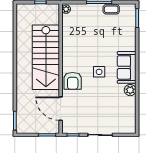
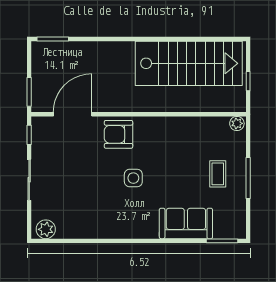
coffee table: (111, 9) -> (218, 174), moved
stairs: (46, 57) -> (189, 63), moved, turned 180
sofa: (127, 67) -> (186, 223), moved
plant: (130, 90) -> (46, 229), moved

